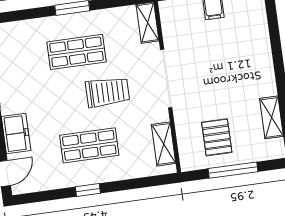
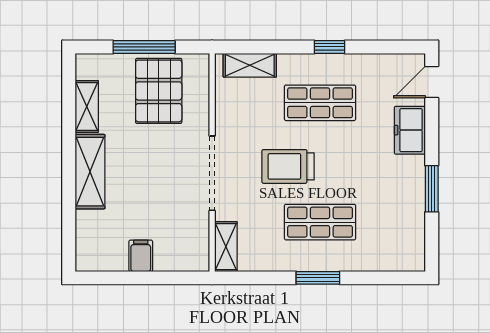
shelving: (262, 67) -> (90, 172), added
pallet: (217, 137) -> (159, 91), width x1.50, depth x1.42
shelving: (164, 144) -> (250, 65), moved, turned 90

